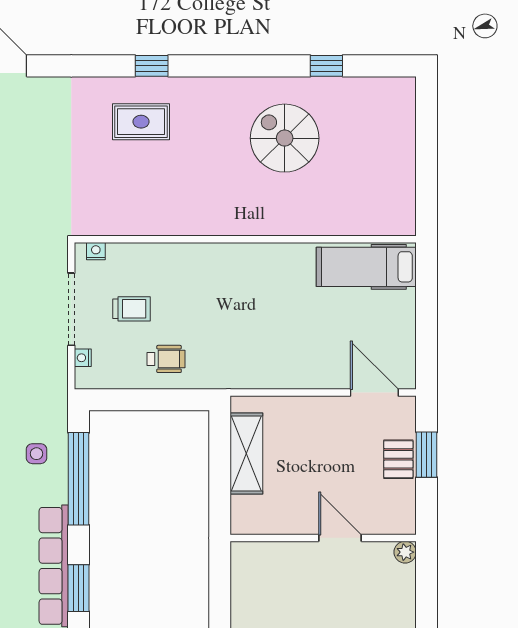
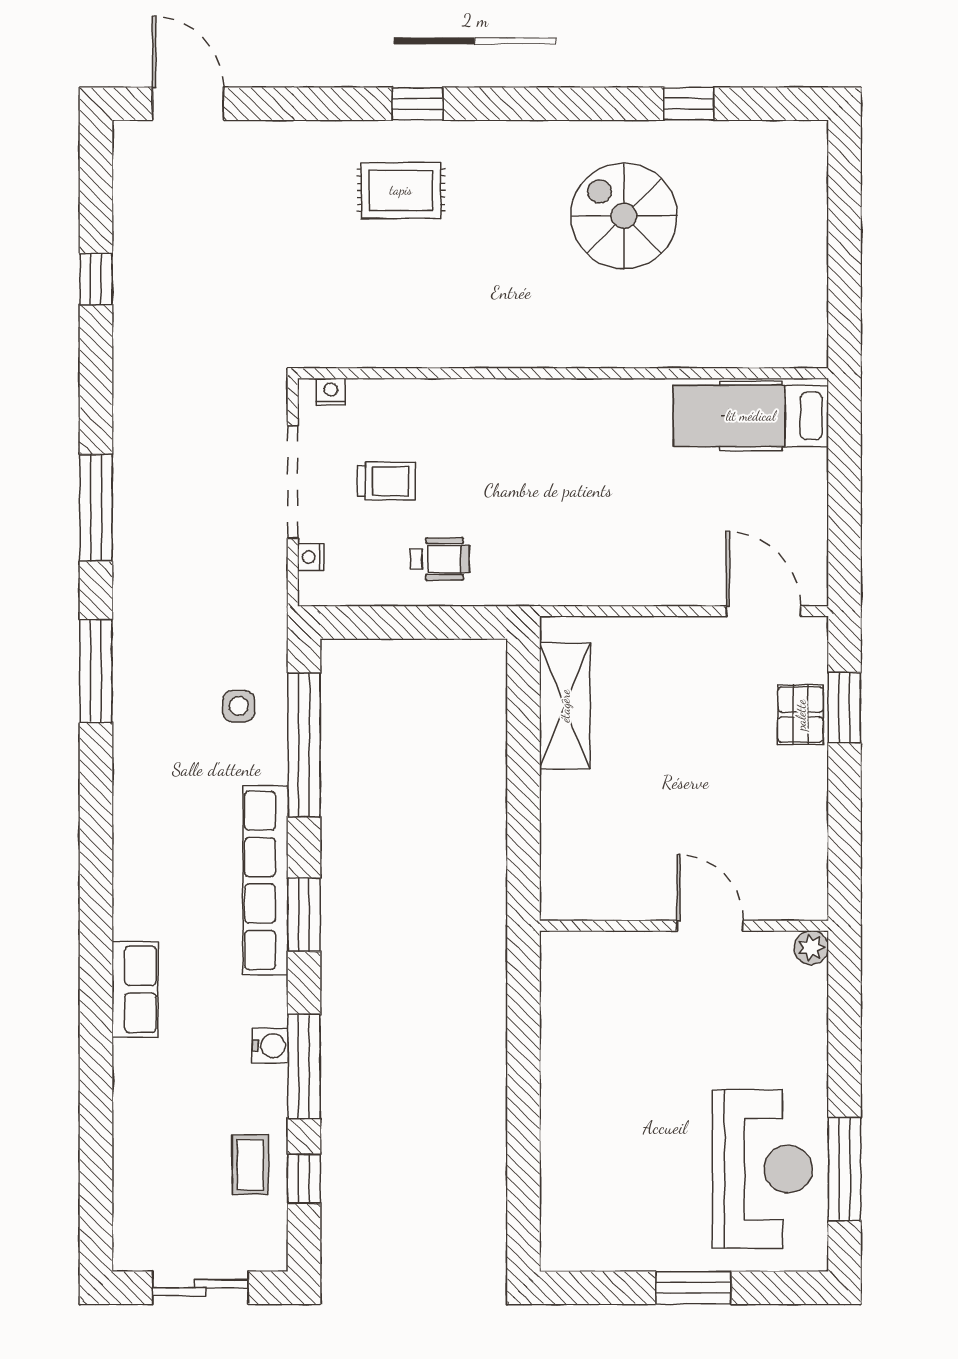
wall: (323, 538) -> (684, 926), moved
door: (340, 538) -> (710, 926), moved
plant: (405, 552) -> (811, 948), moved

